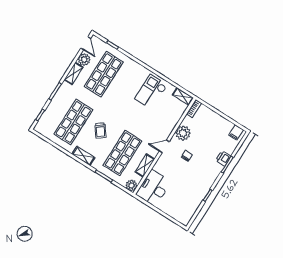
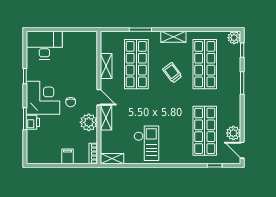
shelving: (74, 73) -> (106, 118), moved
filing cabinet: (236, 132) -> (68, 156), moved
door: (164, 146) -> (99, 97), hinge flipped
corner desk: (205, 172) -> (43, 98), added
plant: (131, 186) -> (234, 38), moved
desk: (153, 188) -> (44, 45), moved, turned -90

